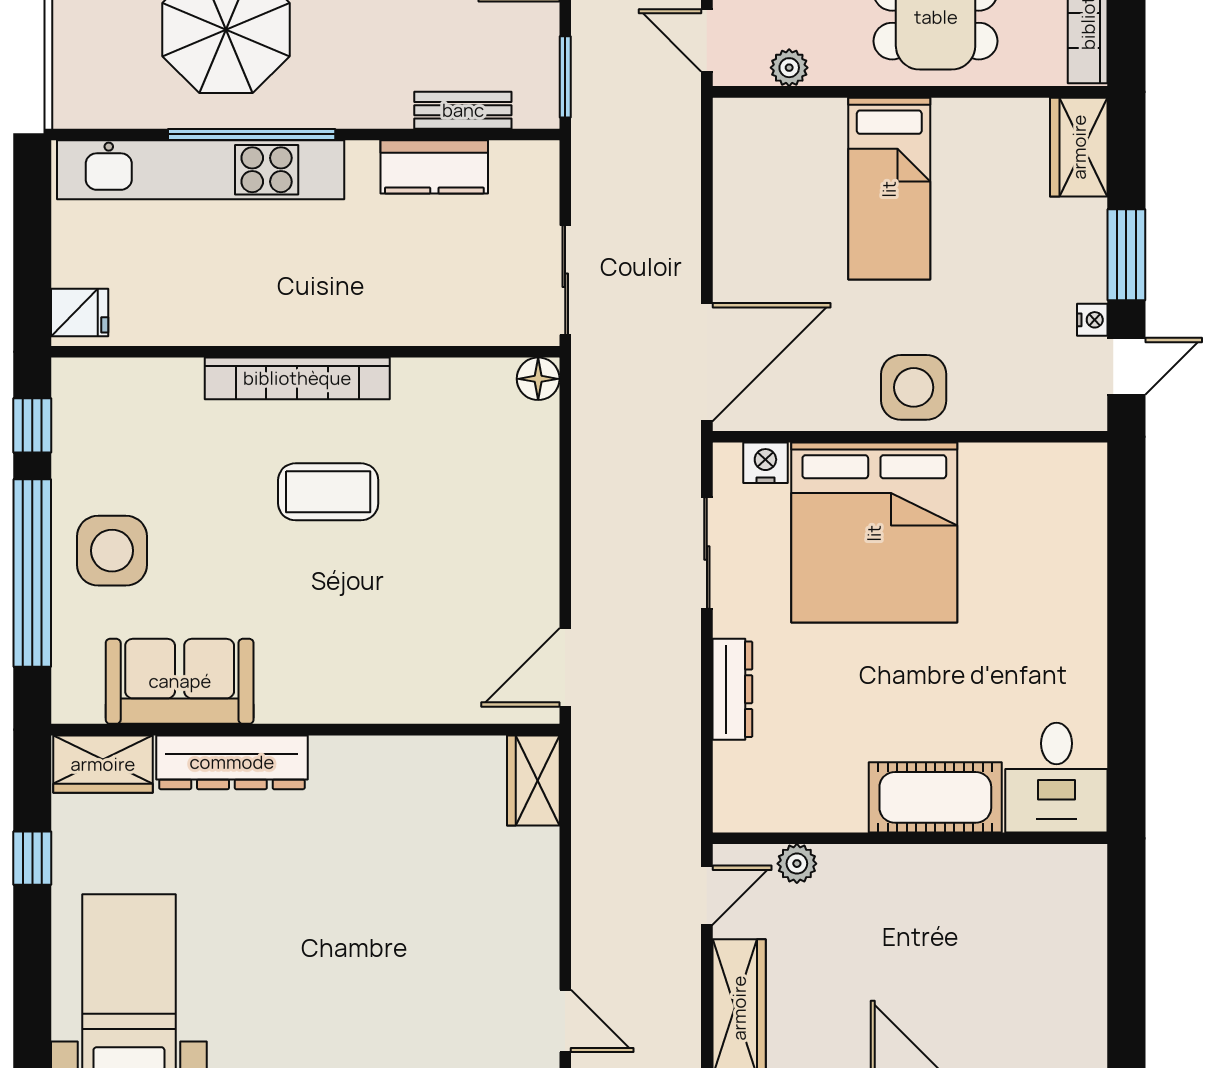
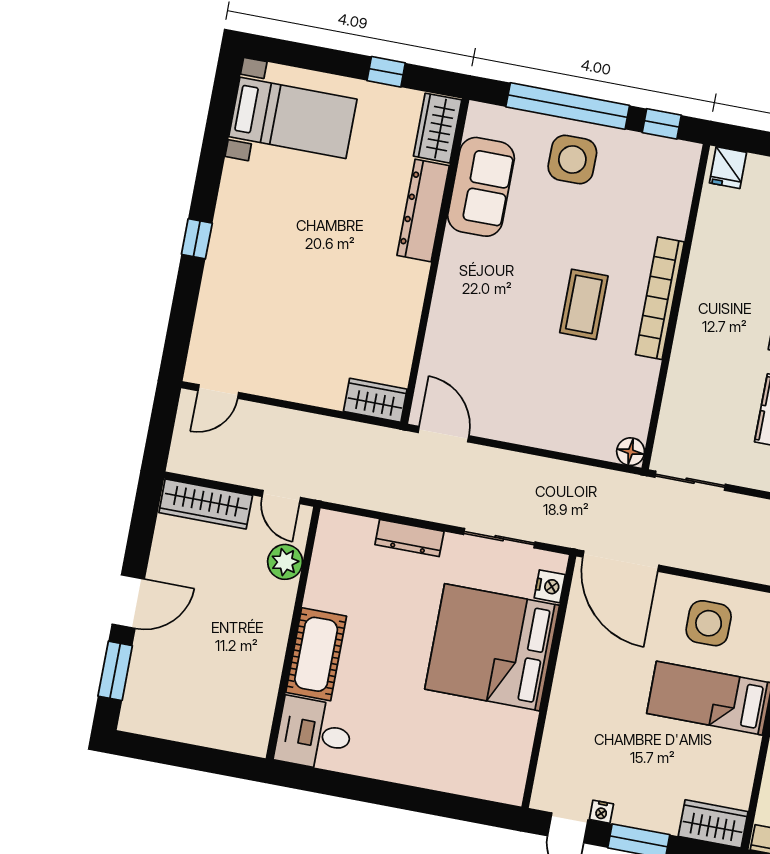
side table: (914, 387) -> (709, 623), moved
plant: (797, 864) -> (285, 562), width x1.38, depth x1.38

